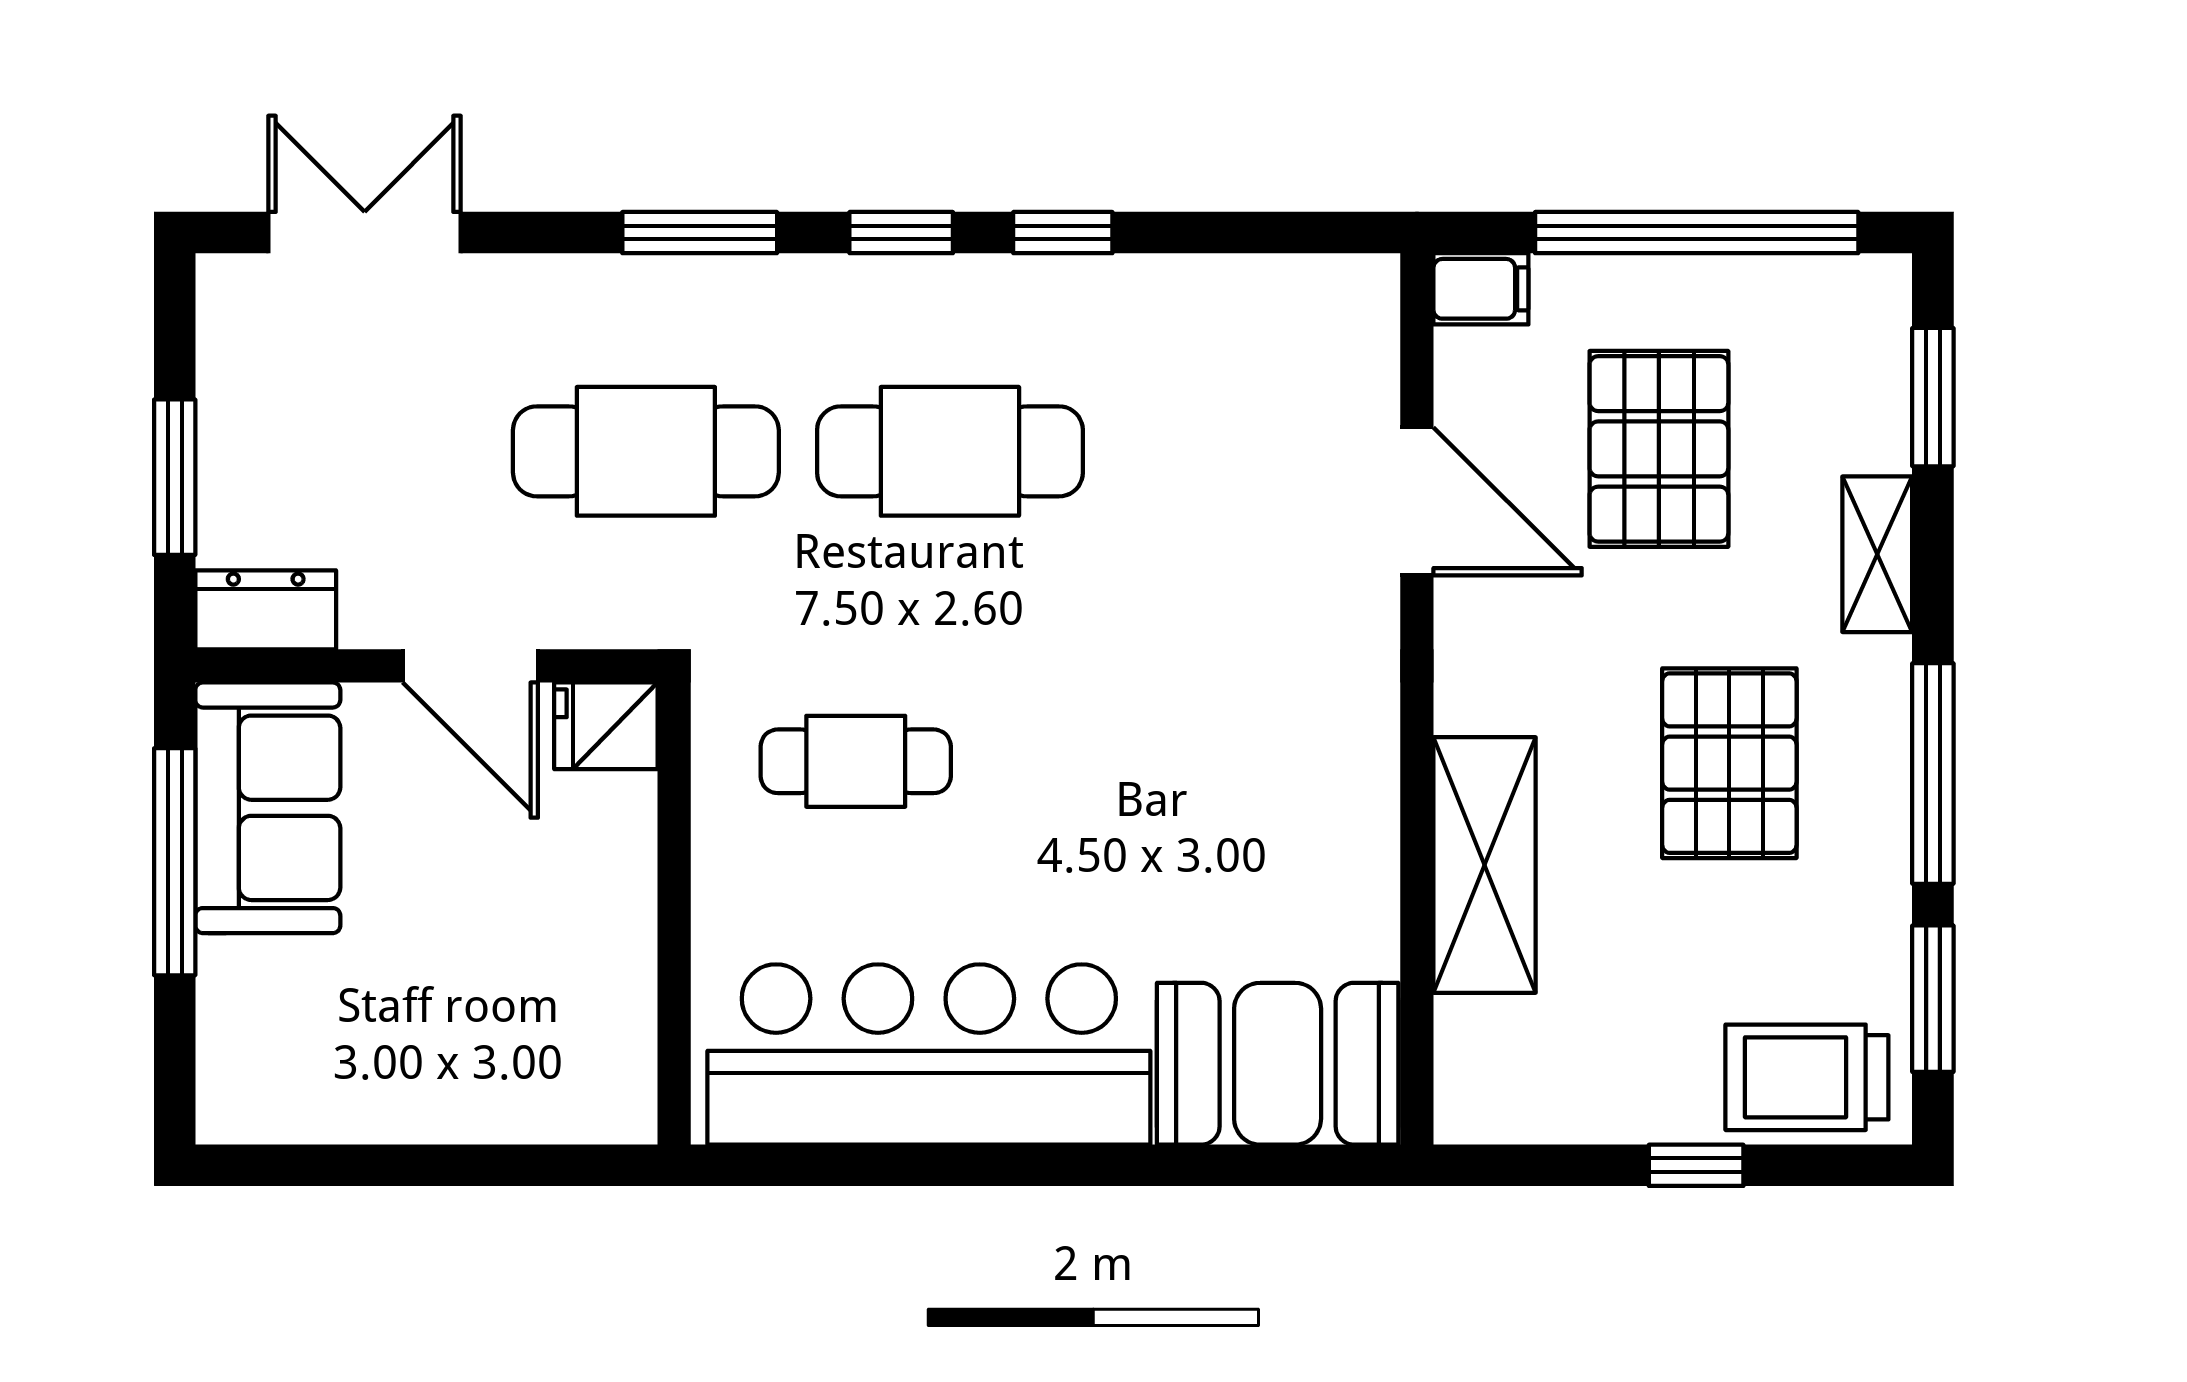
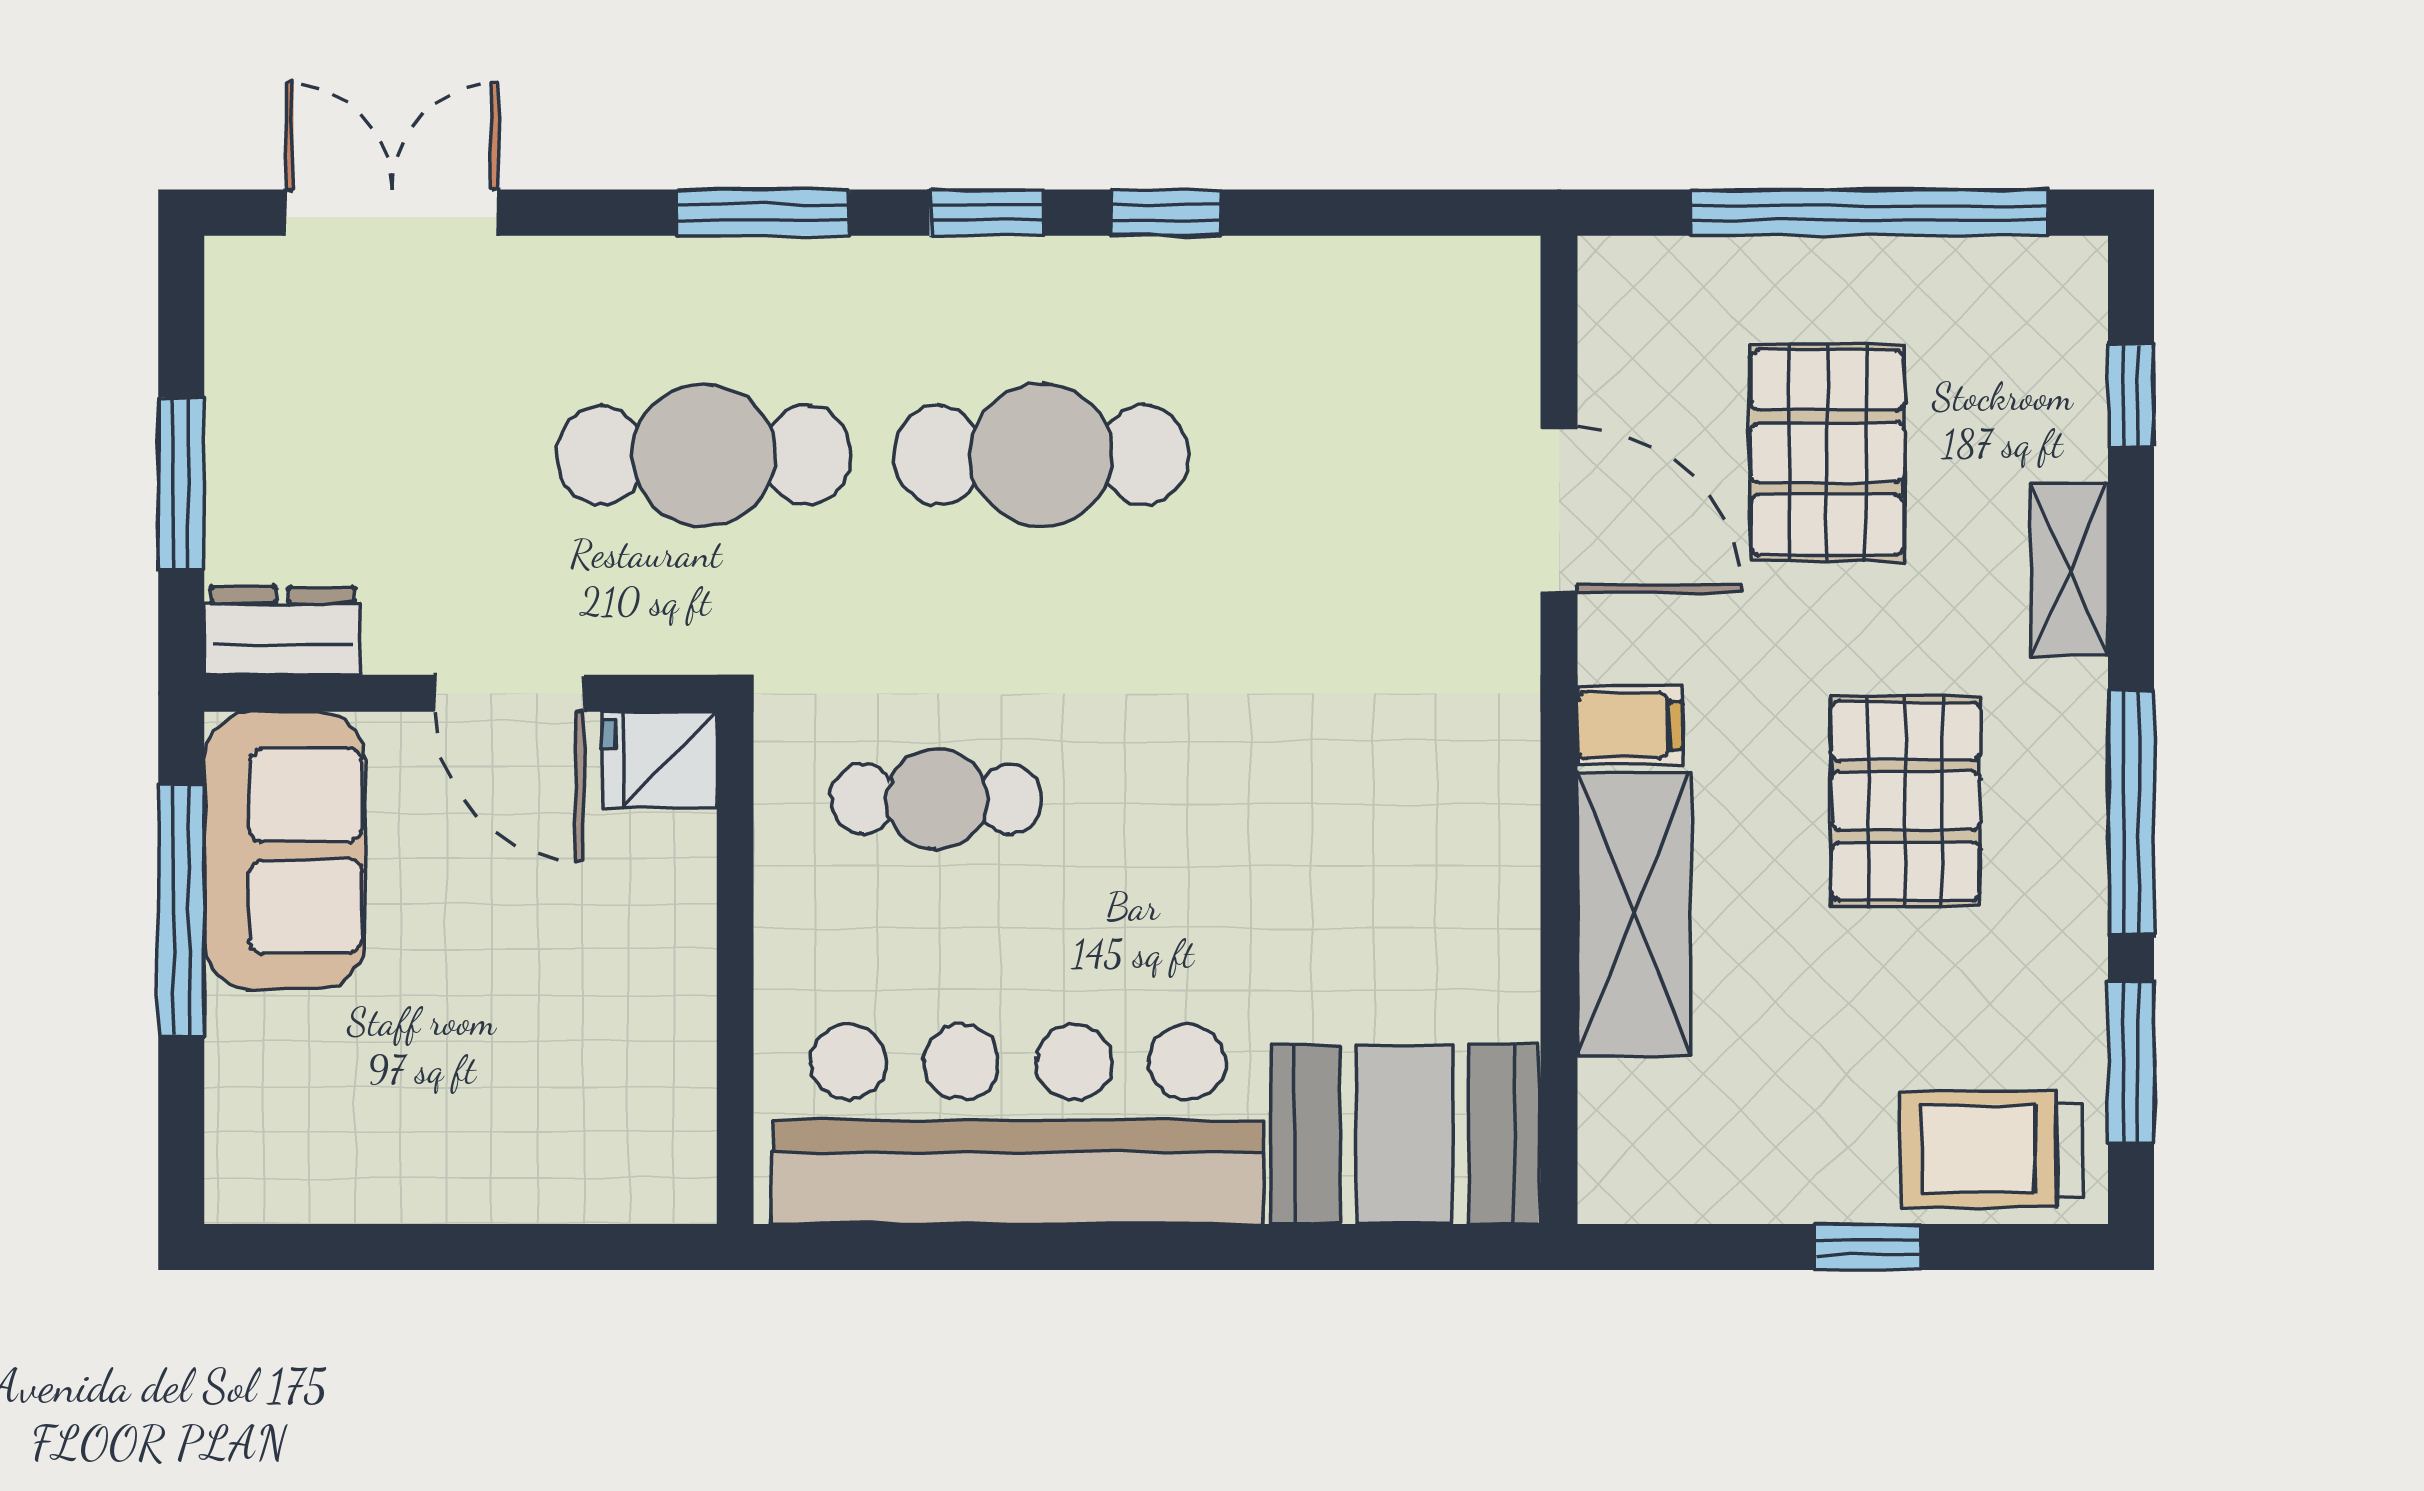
filing cabinet: (1481, 289) -> (1630, 725), moved
window: (1933, 397) -> (2131, 395), width x0.67

